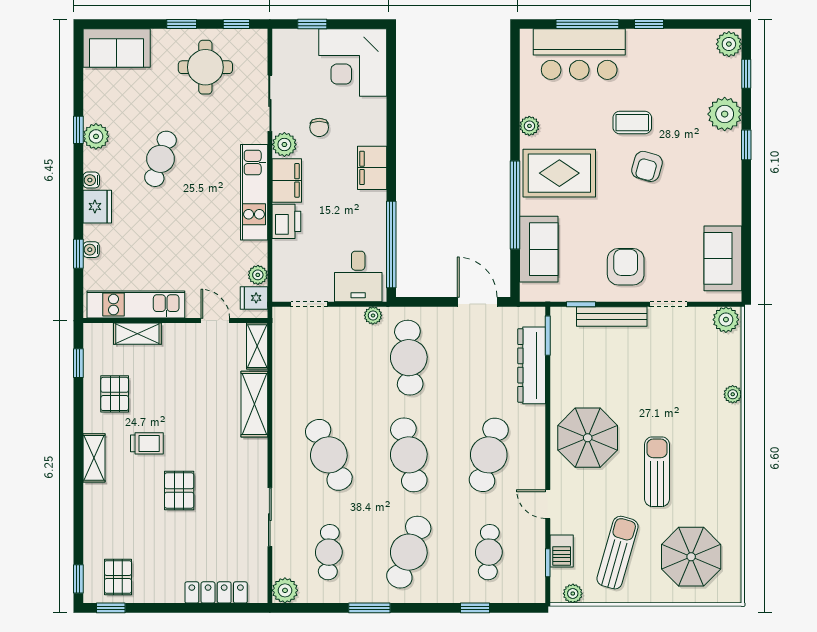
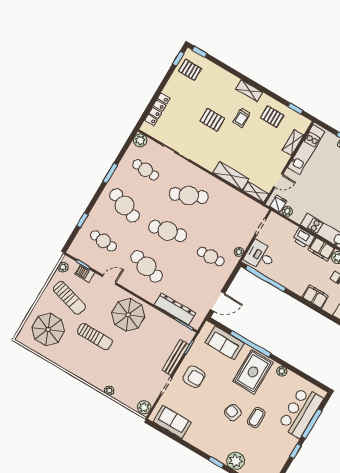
filing cabinet: (372, 168) -> (315, 297), moved
cafe table: (409, 358) -> (211, 257), width x0.73, depth x0.74

